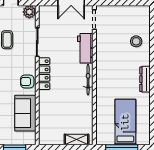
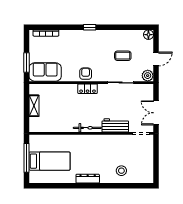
locker: (44, 74) -> (88, 89), width x0.66
sofa: (25, 113) -> (45, 72), moved
shelving: (76, 140) -> (34, 106), moved

